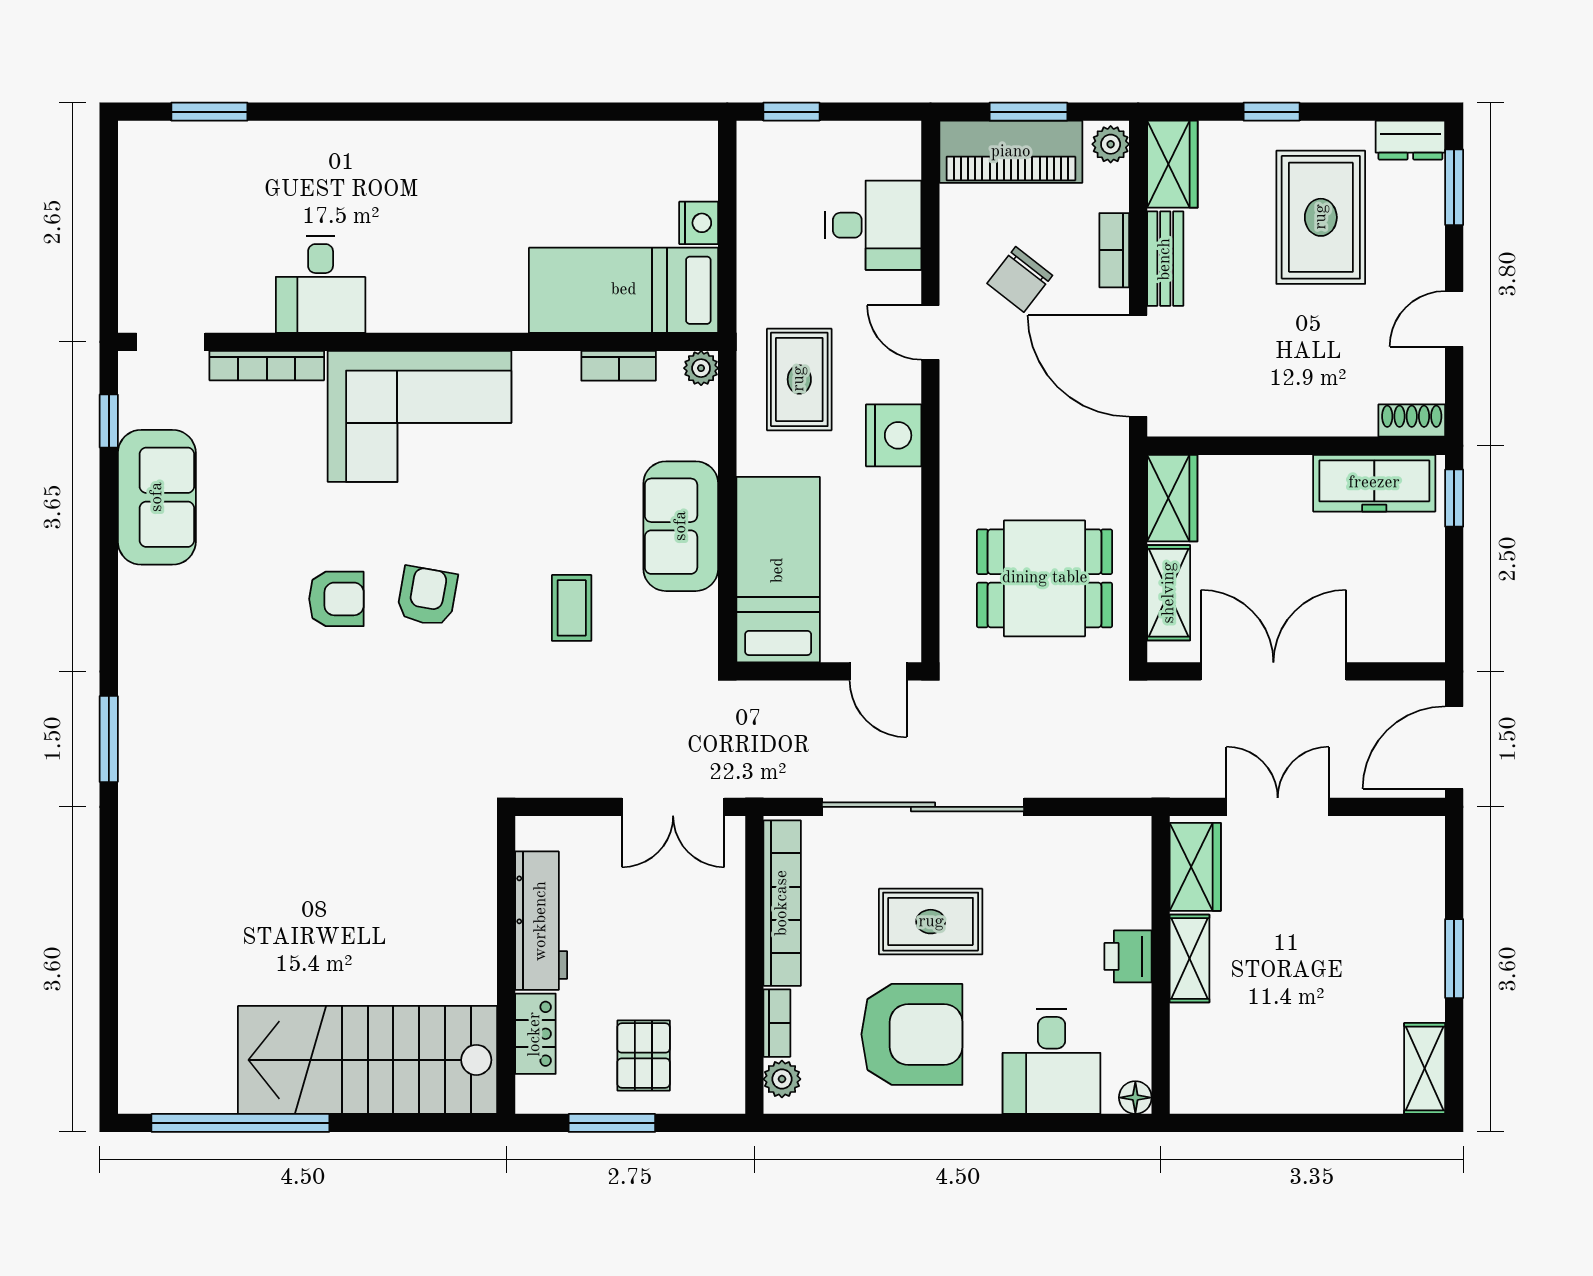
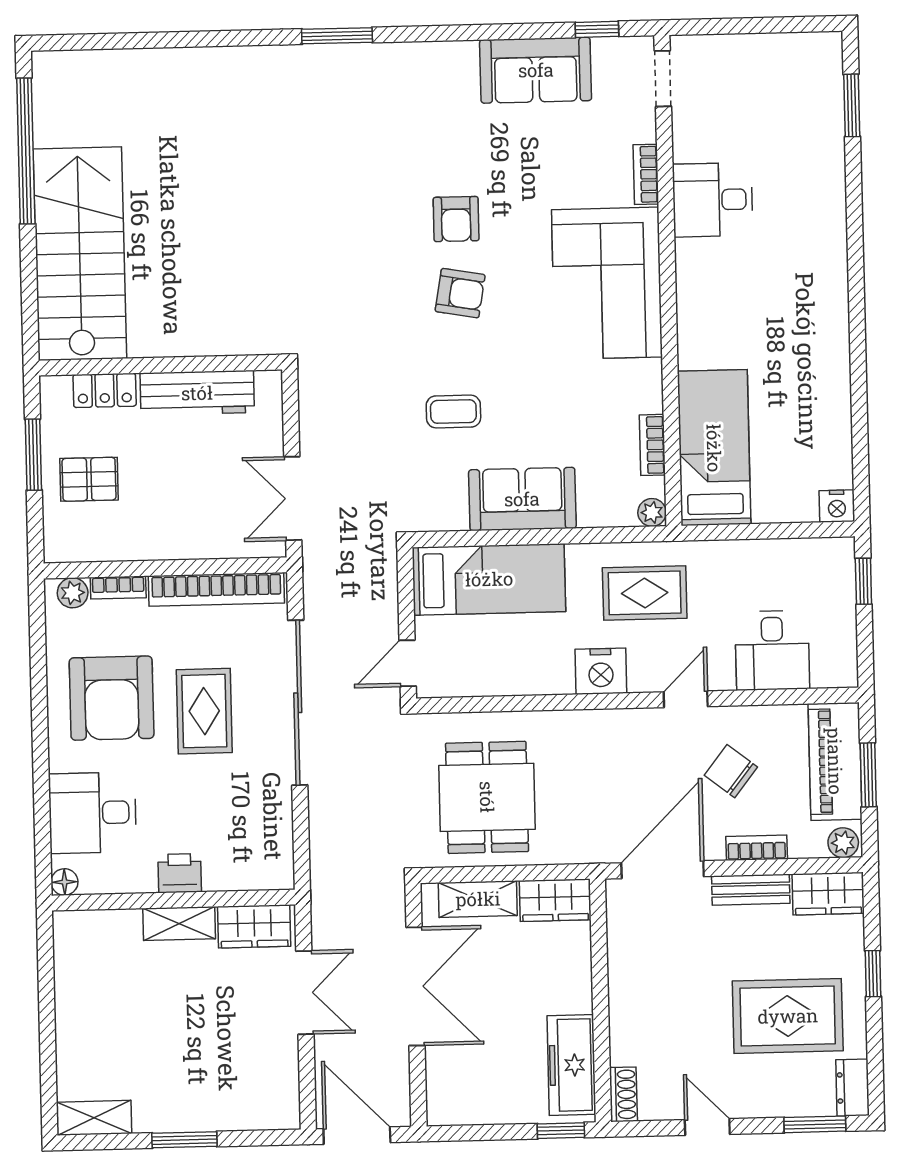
nightstand: (699, 223) -> (837, 506), moved
bookcase: (267, 366) -> (646, 174), width x0.64

